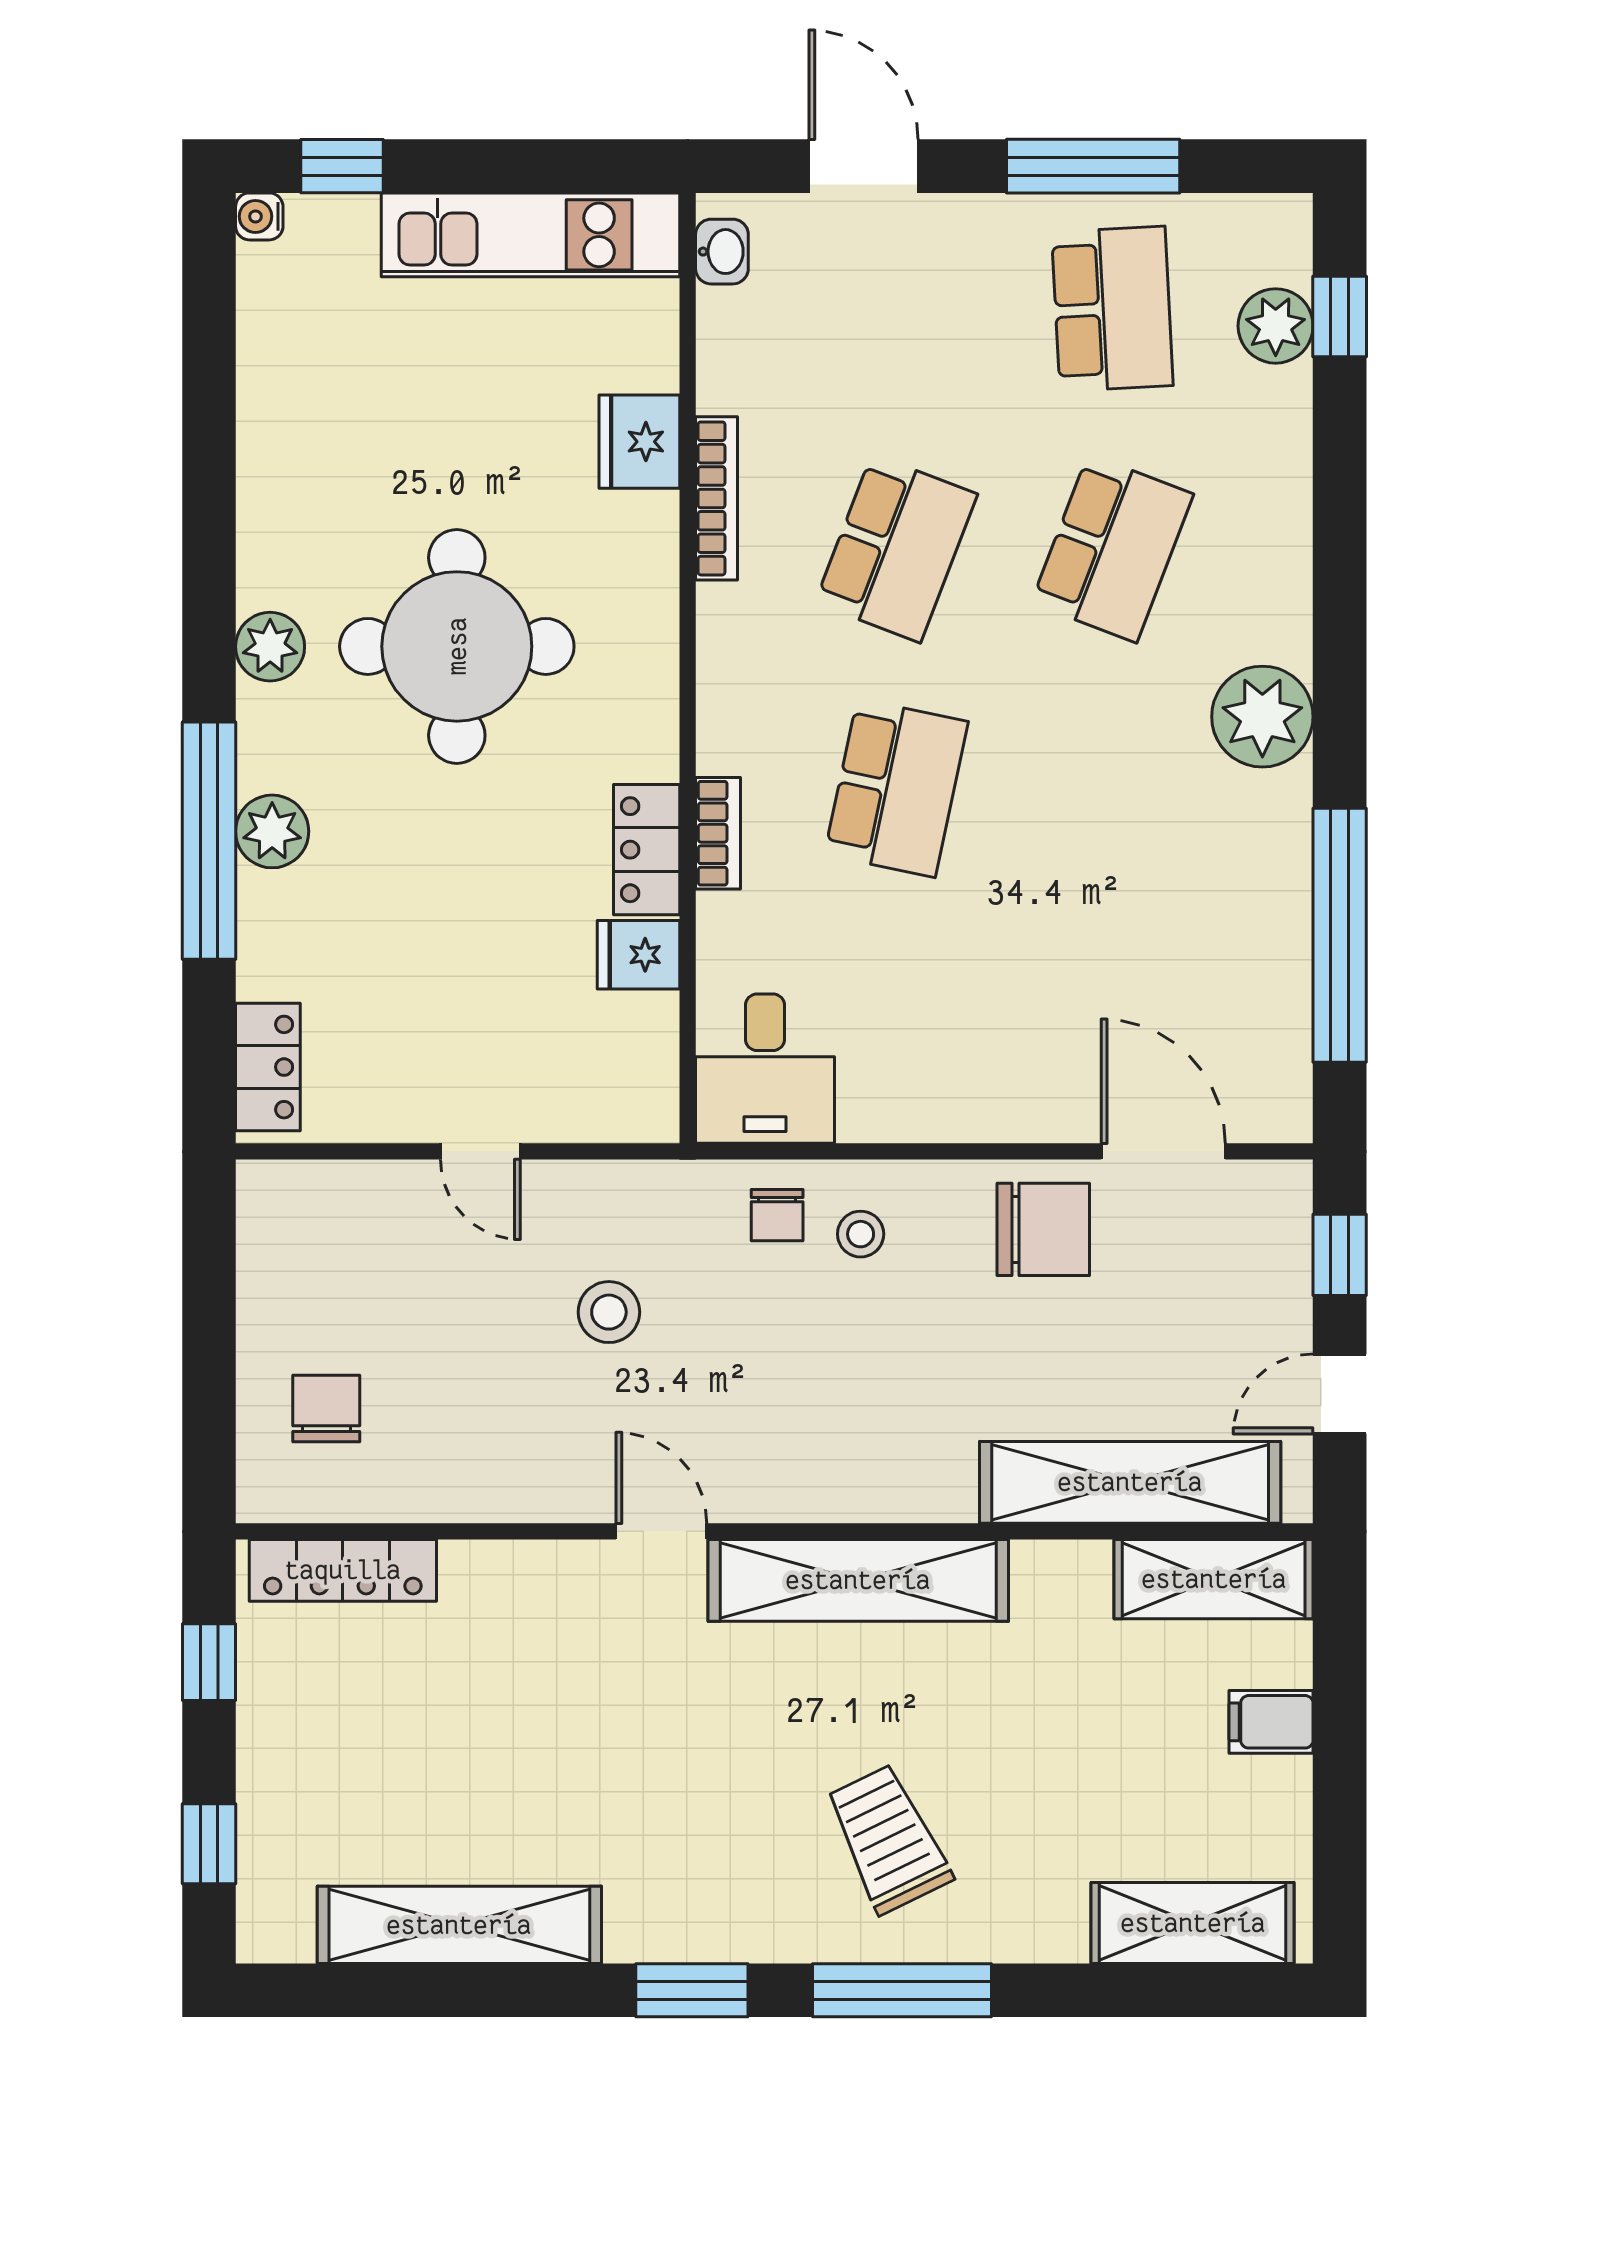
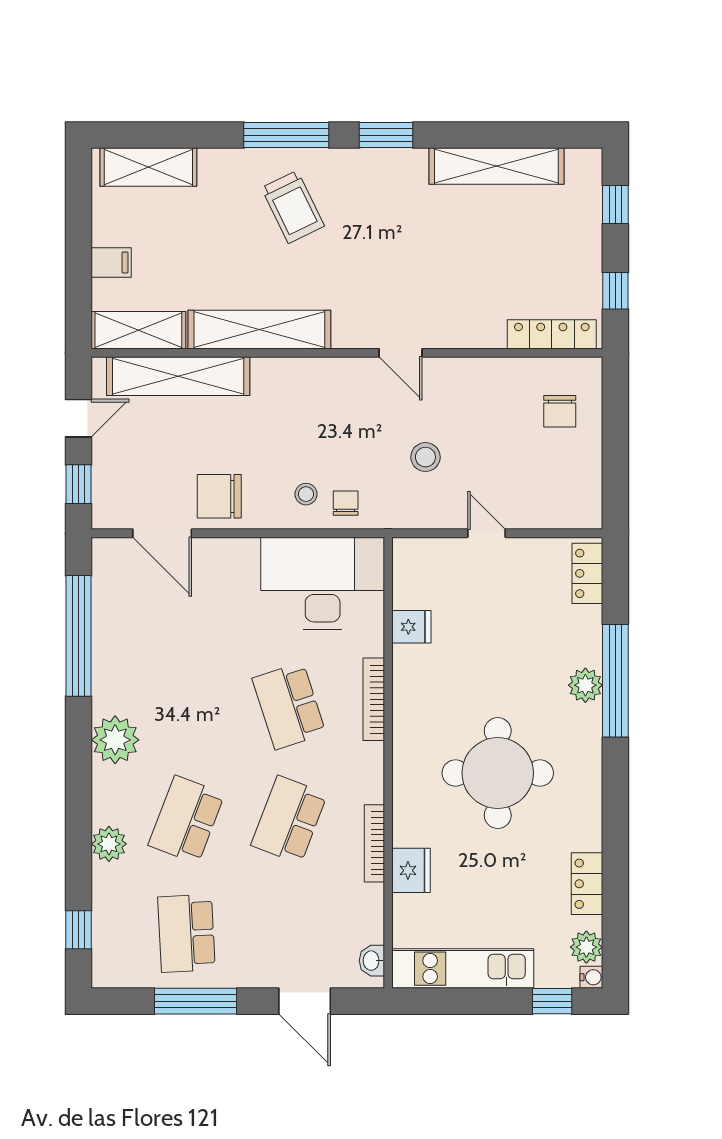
plant: (1276, 326) -> (109, 844), moved
plant: (270, 647) -> (586, 947), moved
school desk: (896, 788) -> (289, 706), turned -30
bookcase: (718, 833) -> (374, 699), width x1.56
locker: (647, 850) -> (587, 884), moved, turned 180
desk: (765, 1069) -> (323, 583), width x1.87, depth x1.30
shelving: (858, 1580) -> (259, 330), moved

